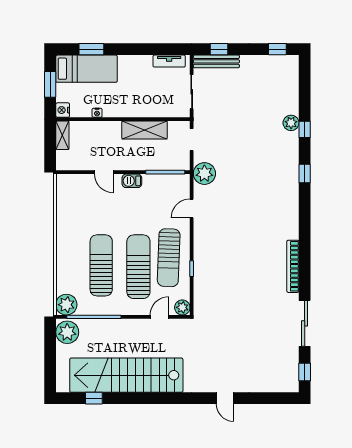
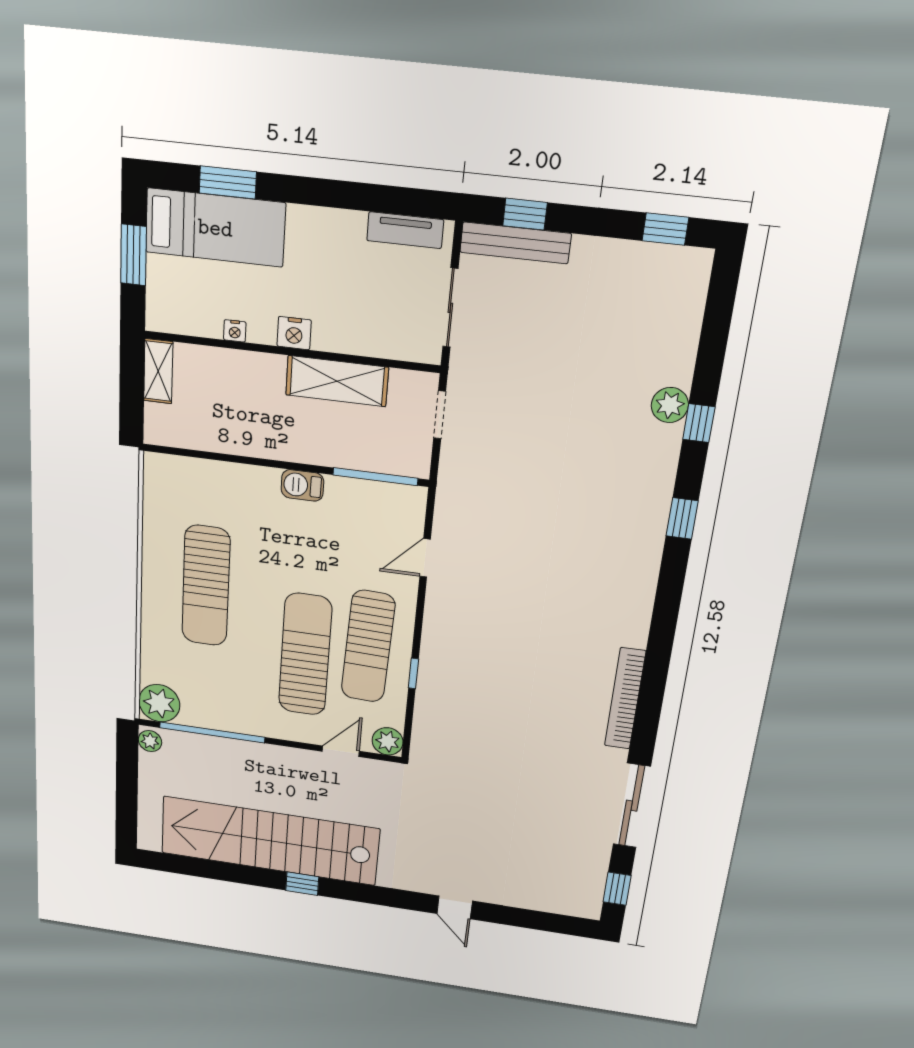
nightstand: (63, 110) -> (294, 333), moved, turned -90
door: (104, 172) -> (244, 460), removed
plant: (204, 174) -> (460, 490), removed
sun lounger: (101, 265) -> (206, 586), moved, turned 180
plant: (67, 332) -> (150, 741), width x0.53, depth x0.53
window: (94, 398) -> (302, 884), moved

